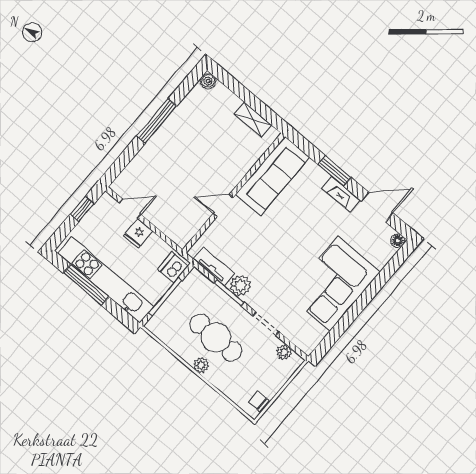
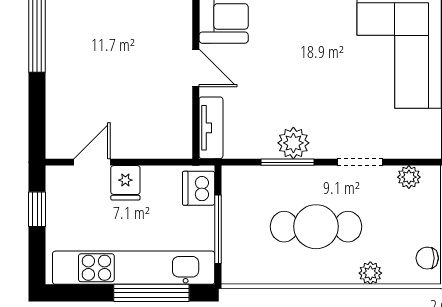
door: (223, 206) -> (196, 68), swing flipped
tv unit: (214, 266) -> (211, 128), moved, turned 90
window: (86, 285) -> (151, 293), moved
plant: (201, 365) -> (370, 273), moved

